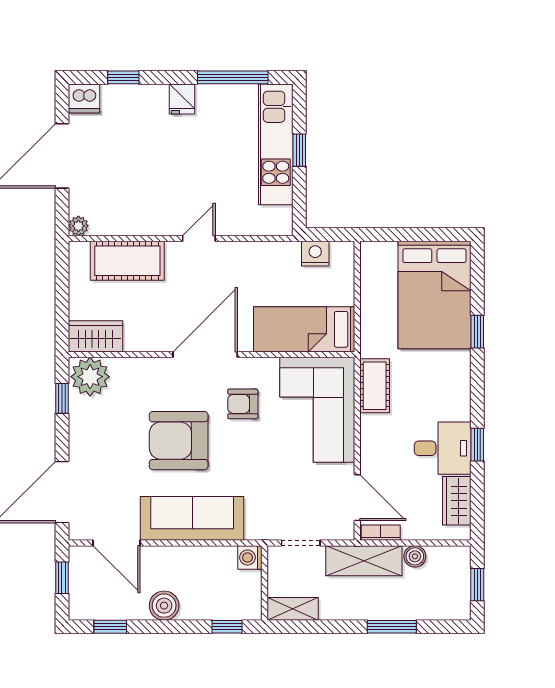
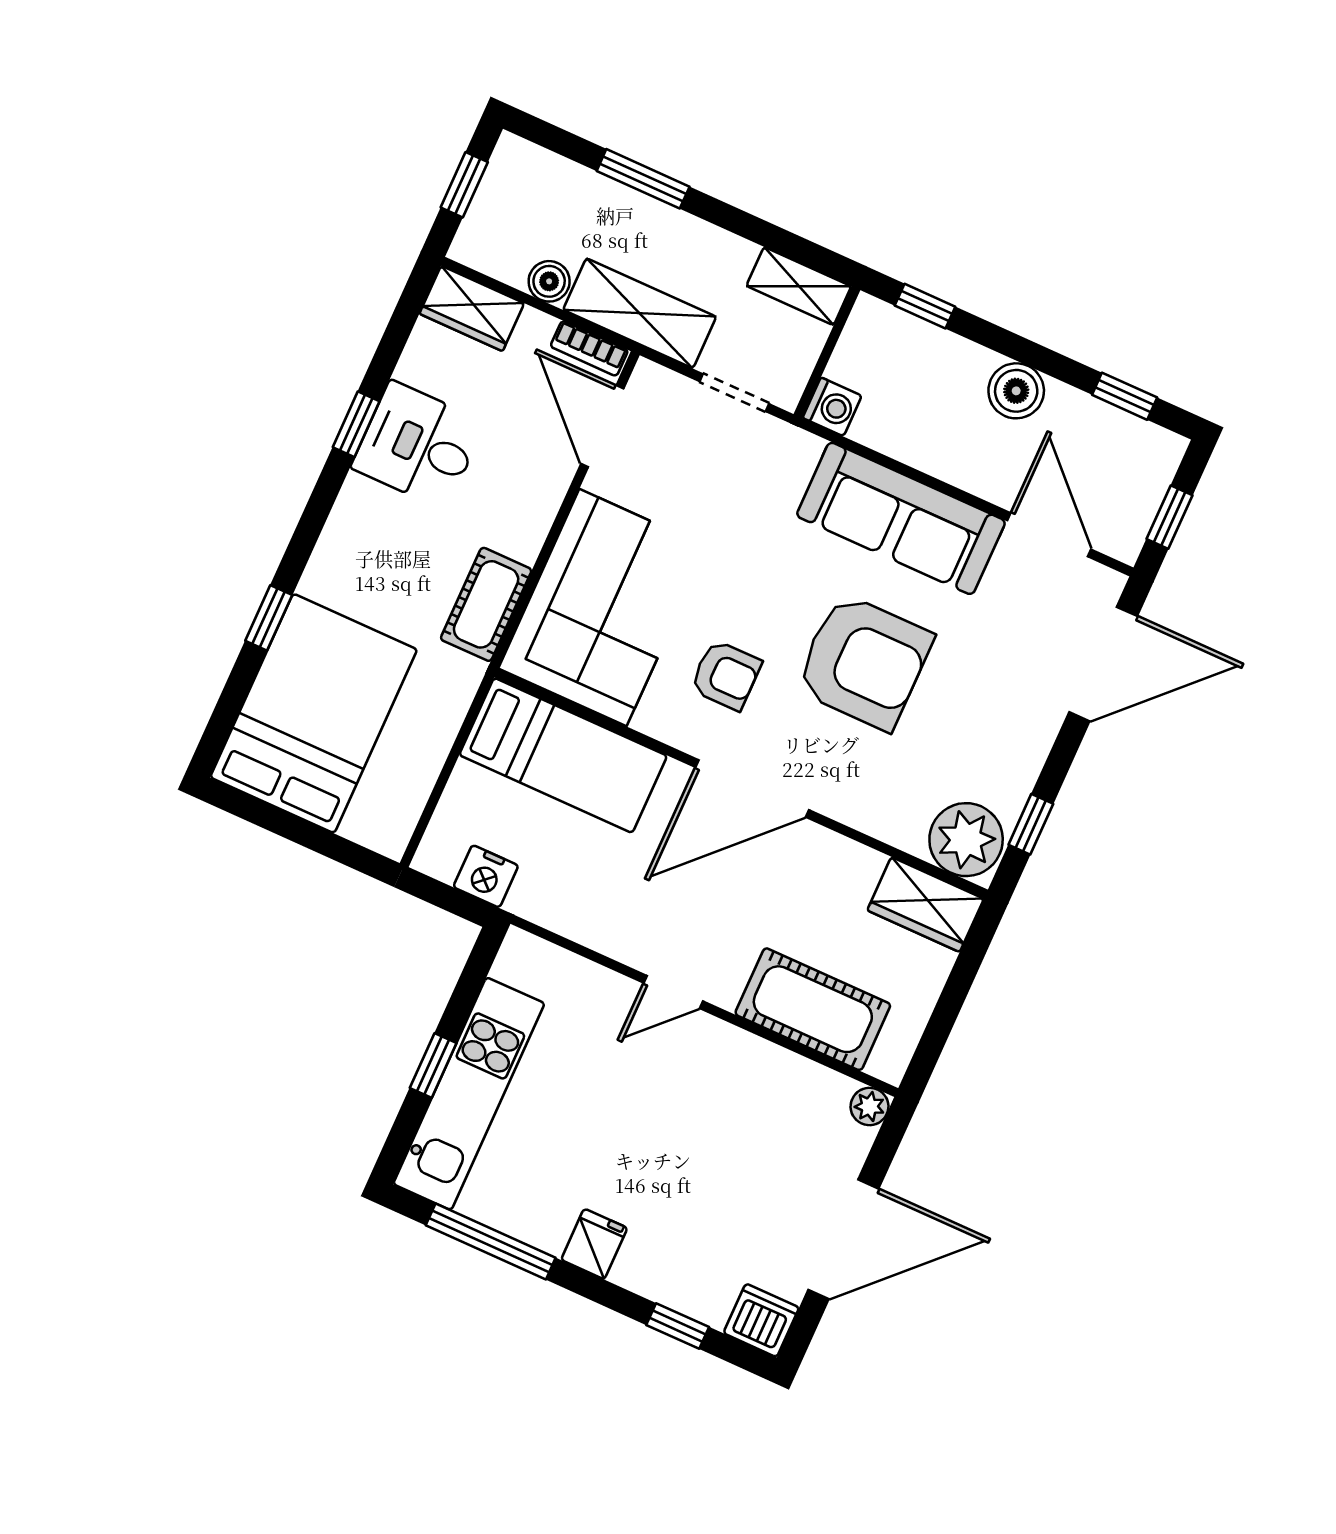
wardrobe: (457, 501) -> (472, 308), moved, turned 90

